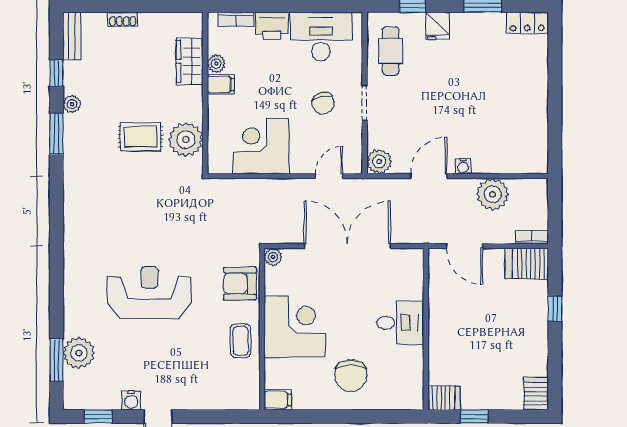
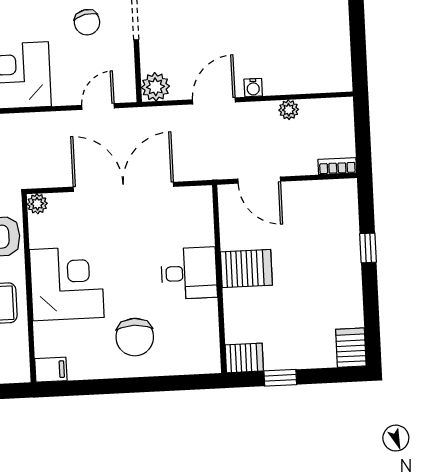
plant: (493, 194) -> (289, 110), width x0.53, depth x0.53
server rack: (527, 264) -> (246, 269), moved, turned 180

